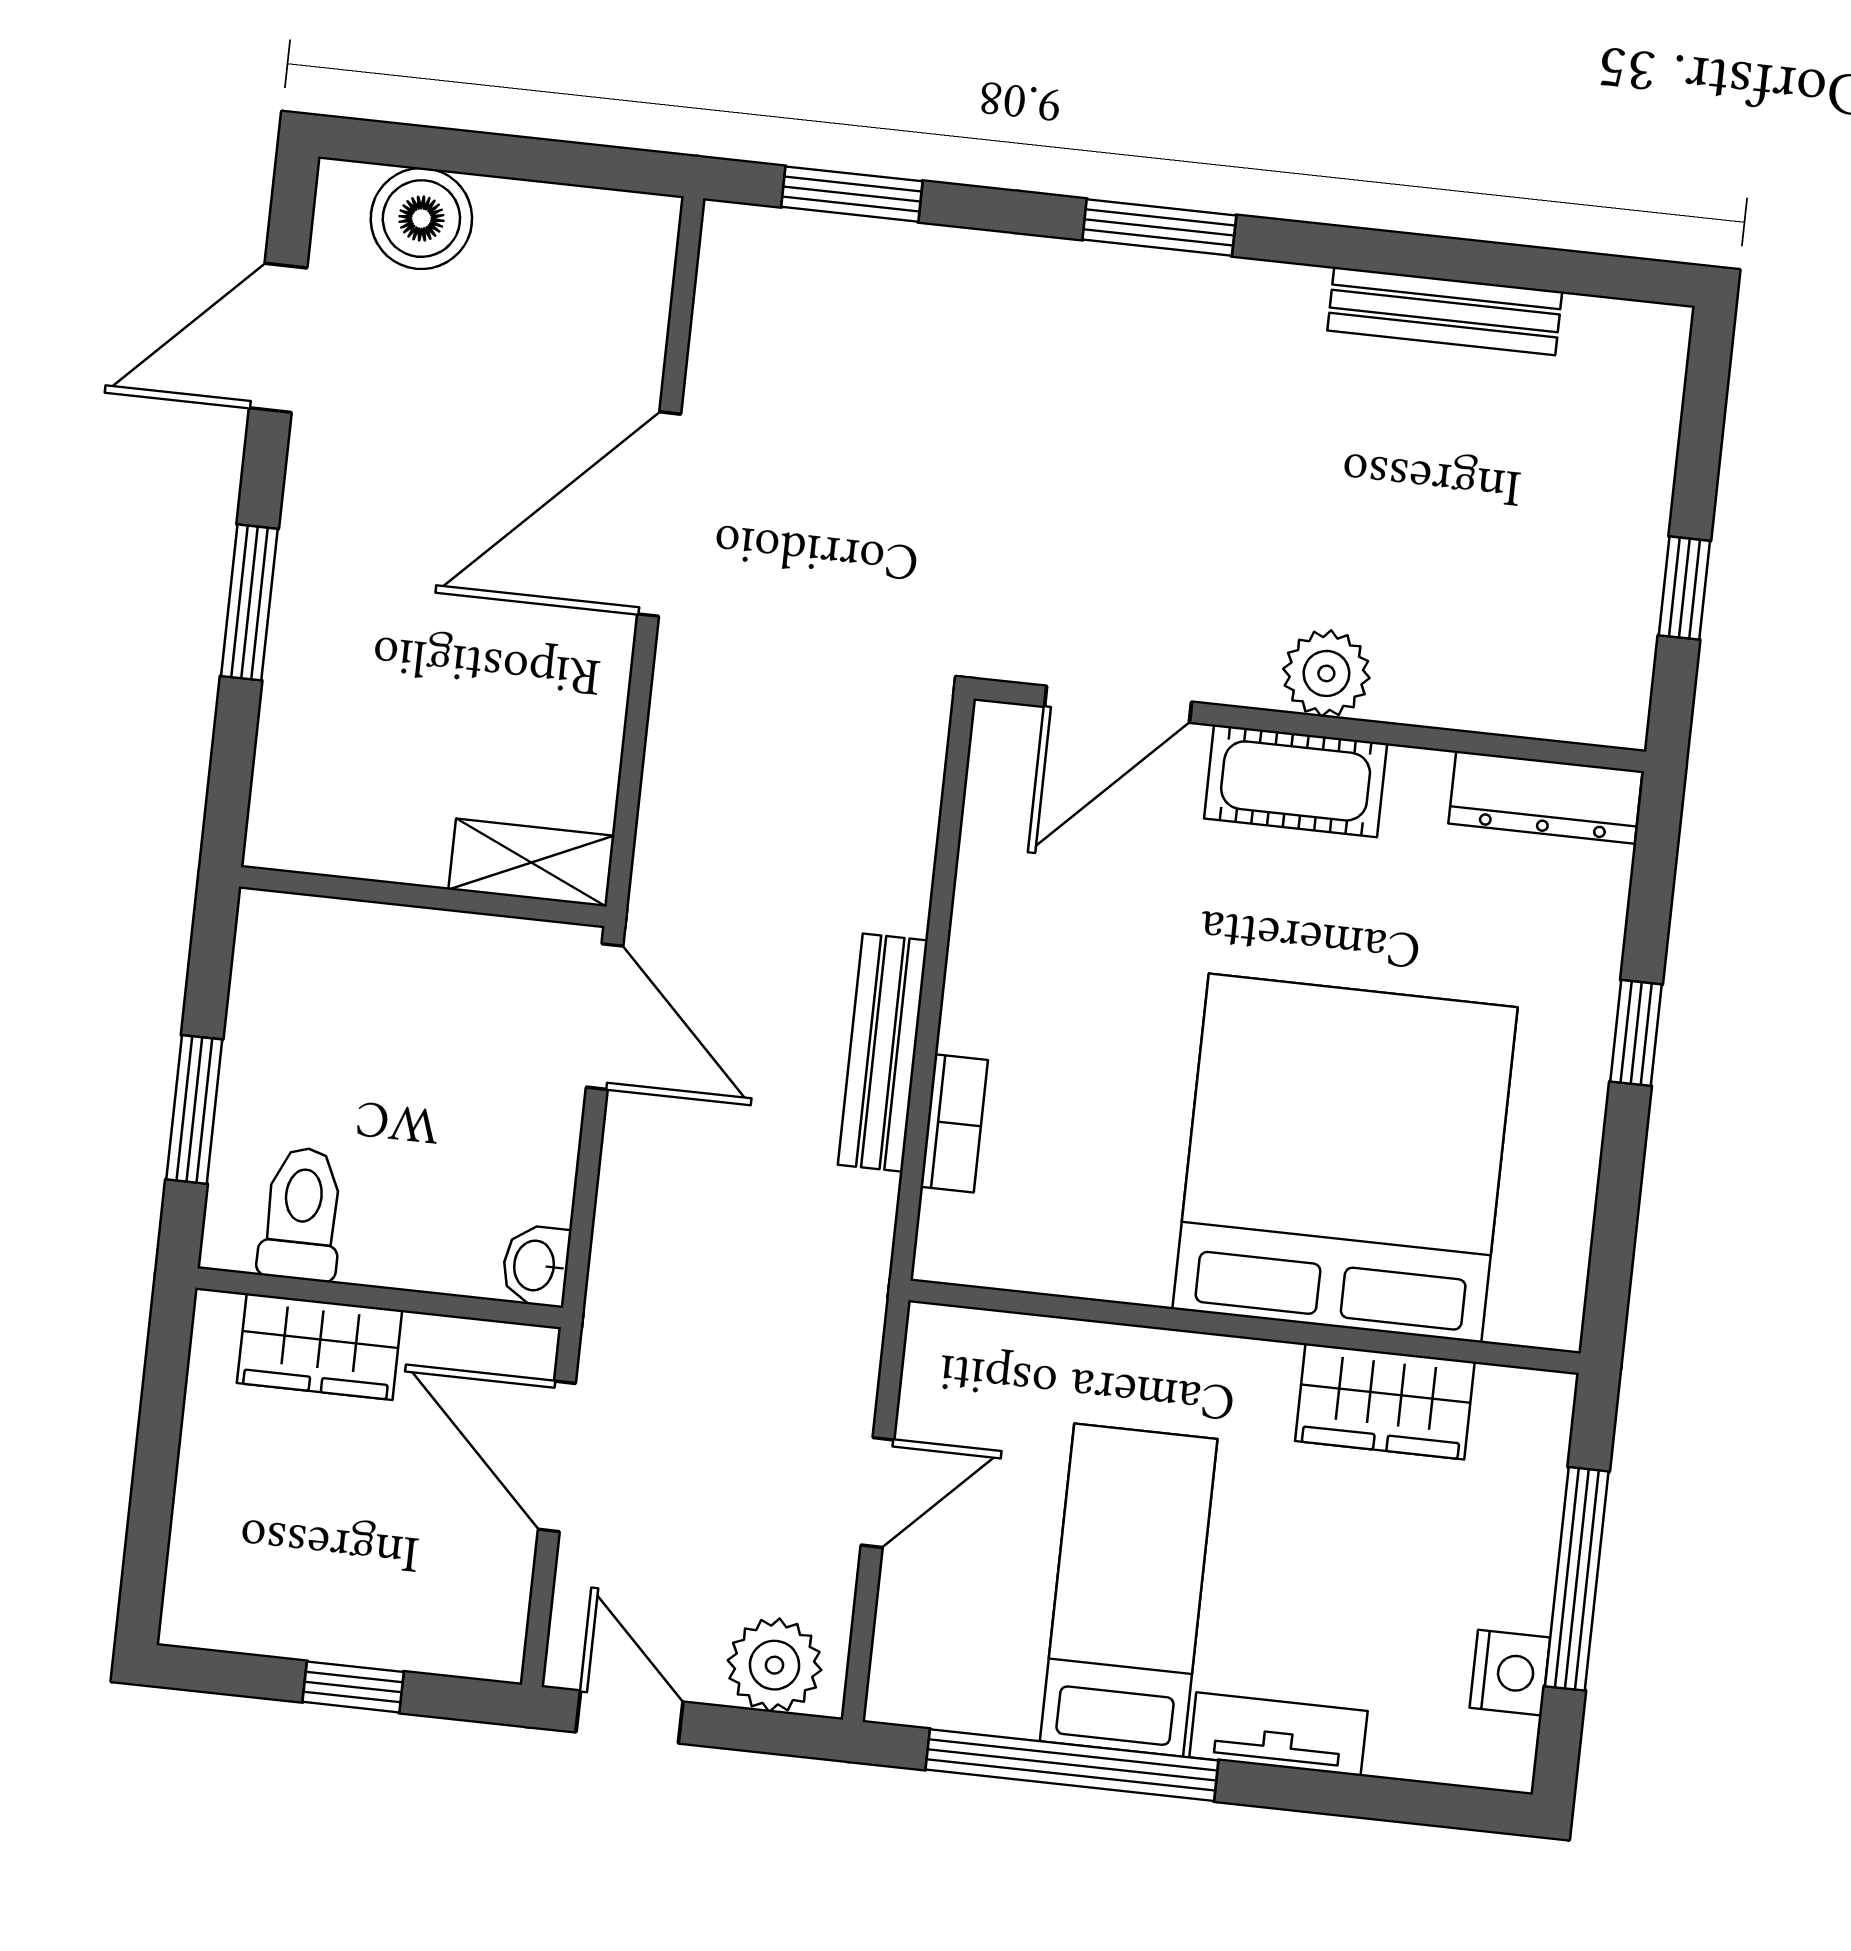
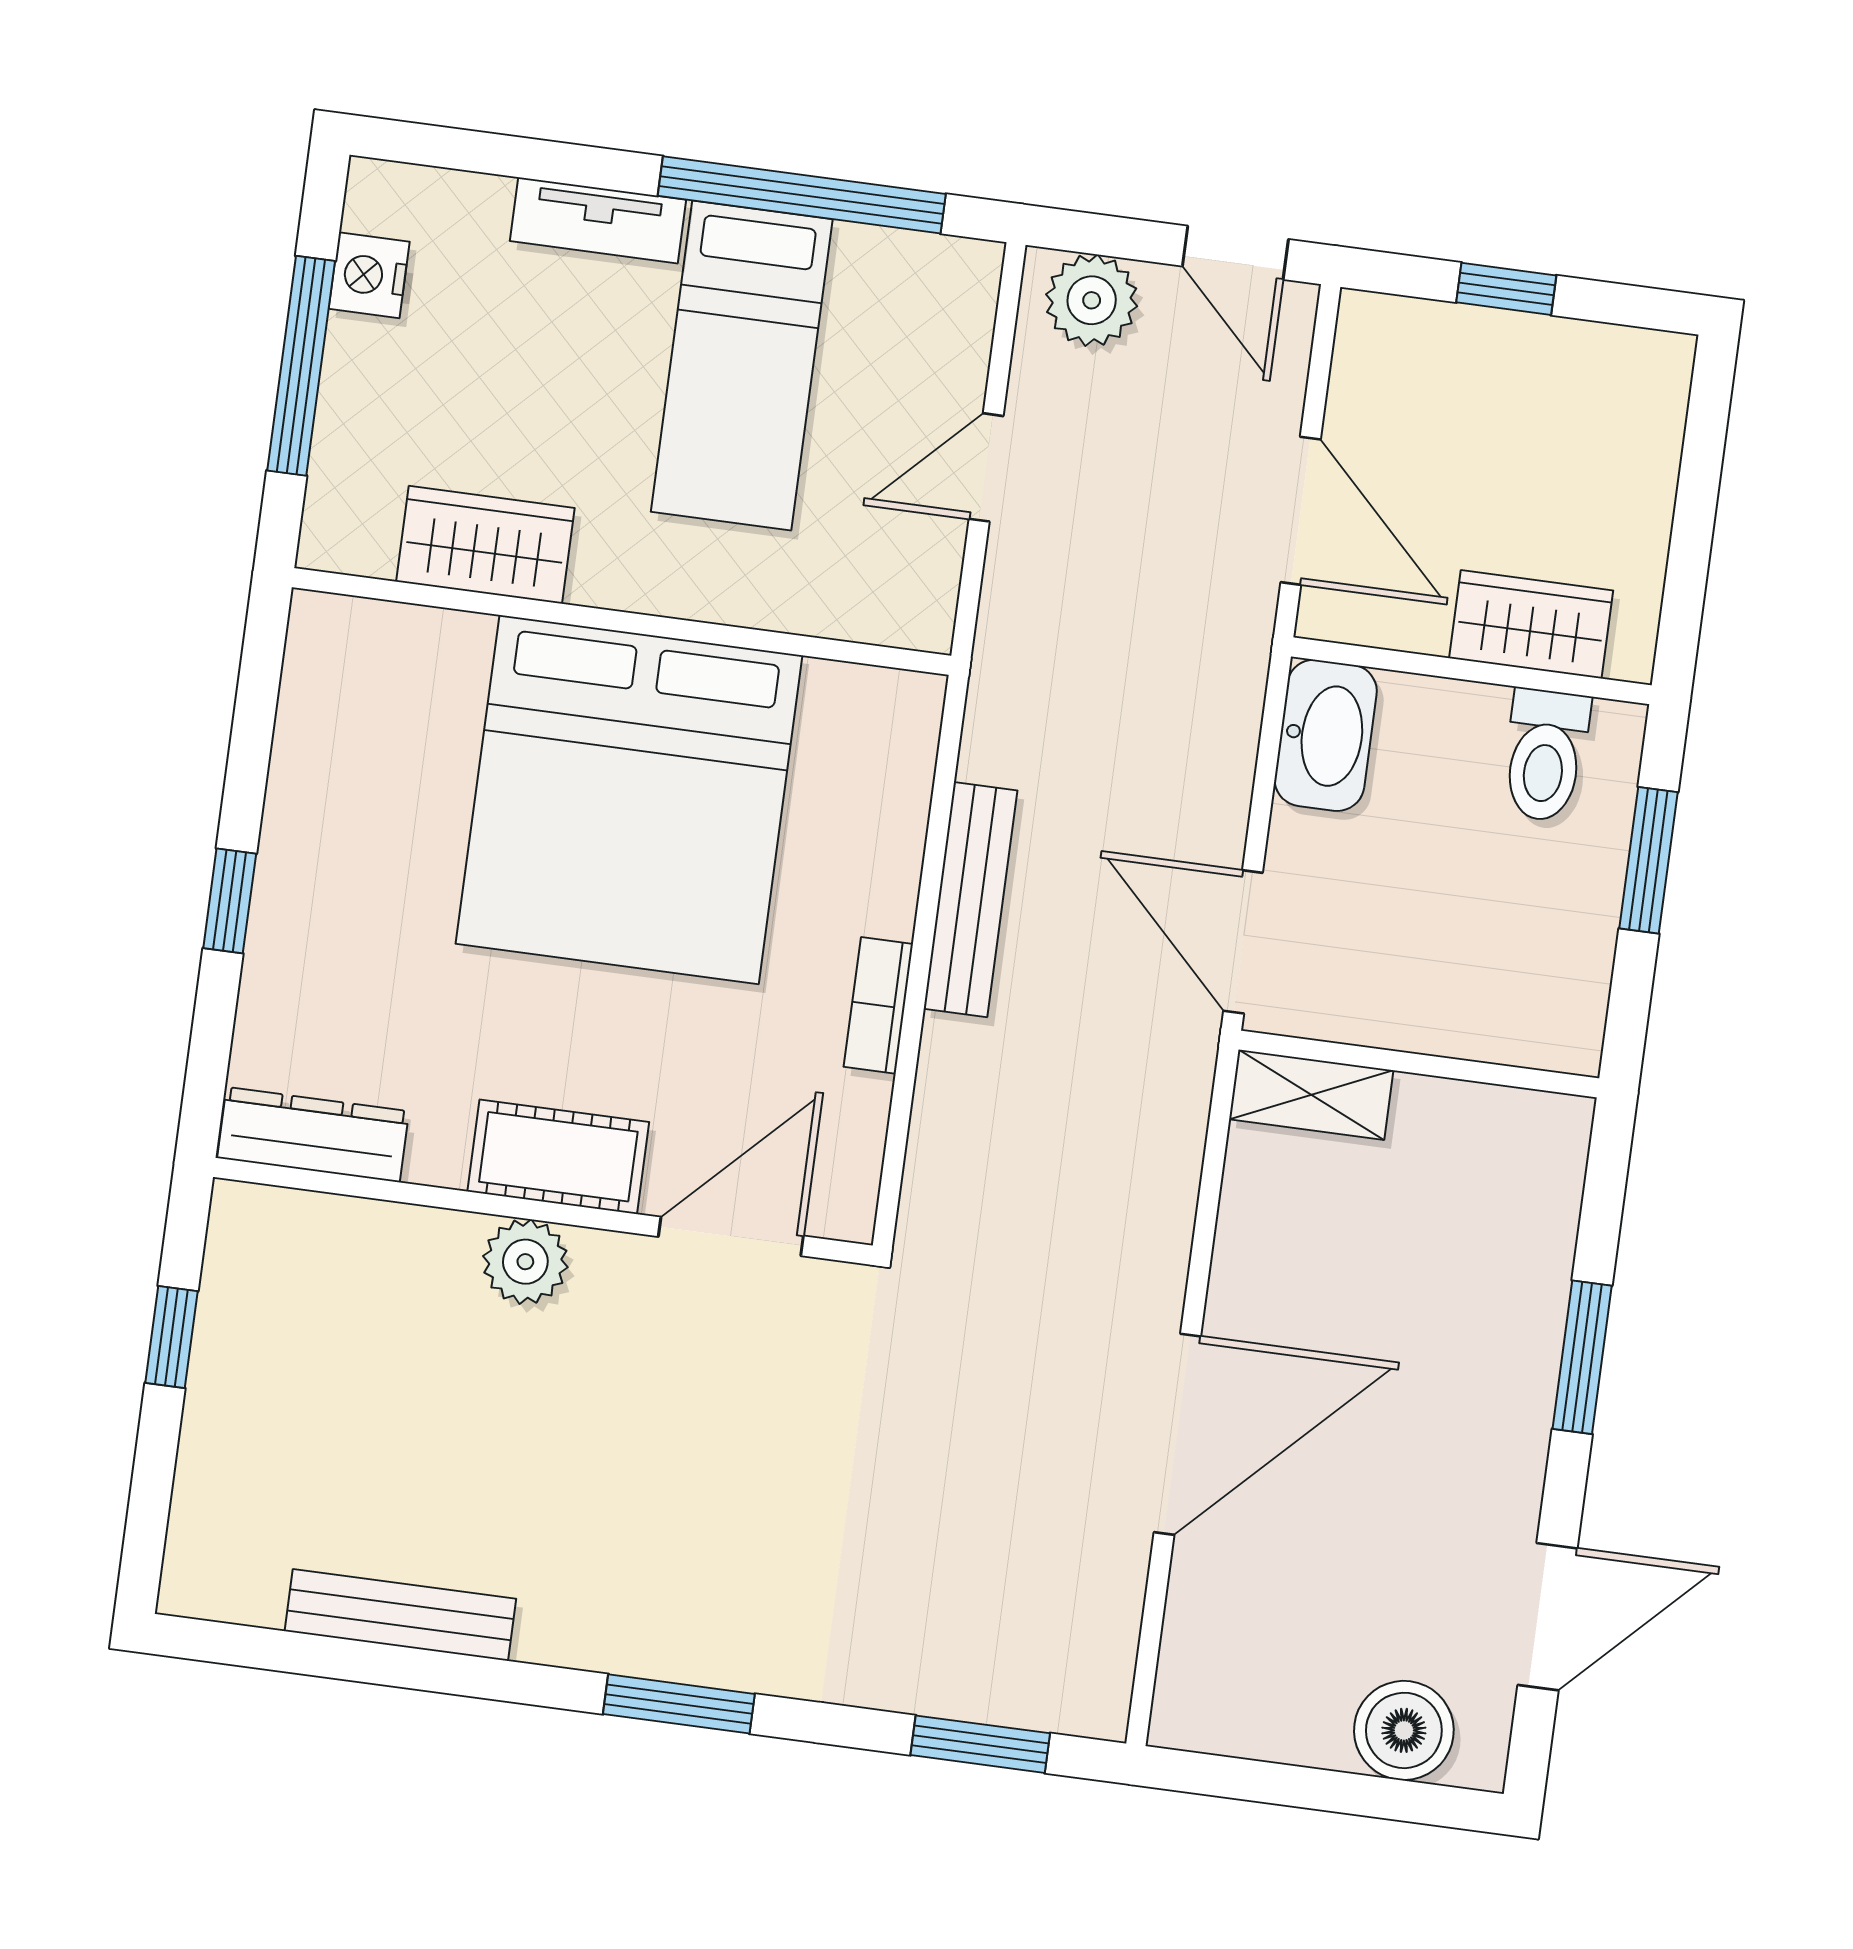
bookcase: (954, 1123) -> (878, 1005), moved
bed: (1345, 1158) -> (629, 800), moved
washbasin: (536, 1266) -> (1326, 735), width x1.91, depth x1.45

